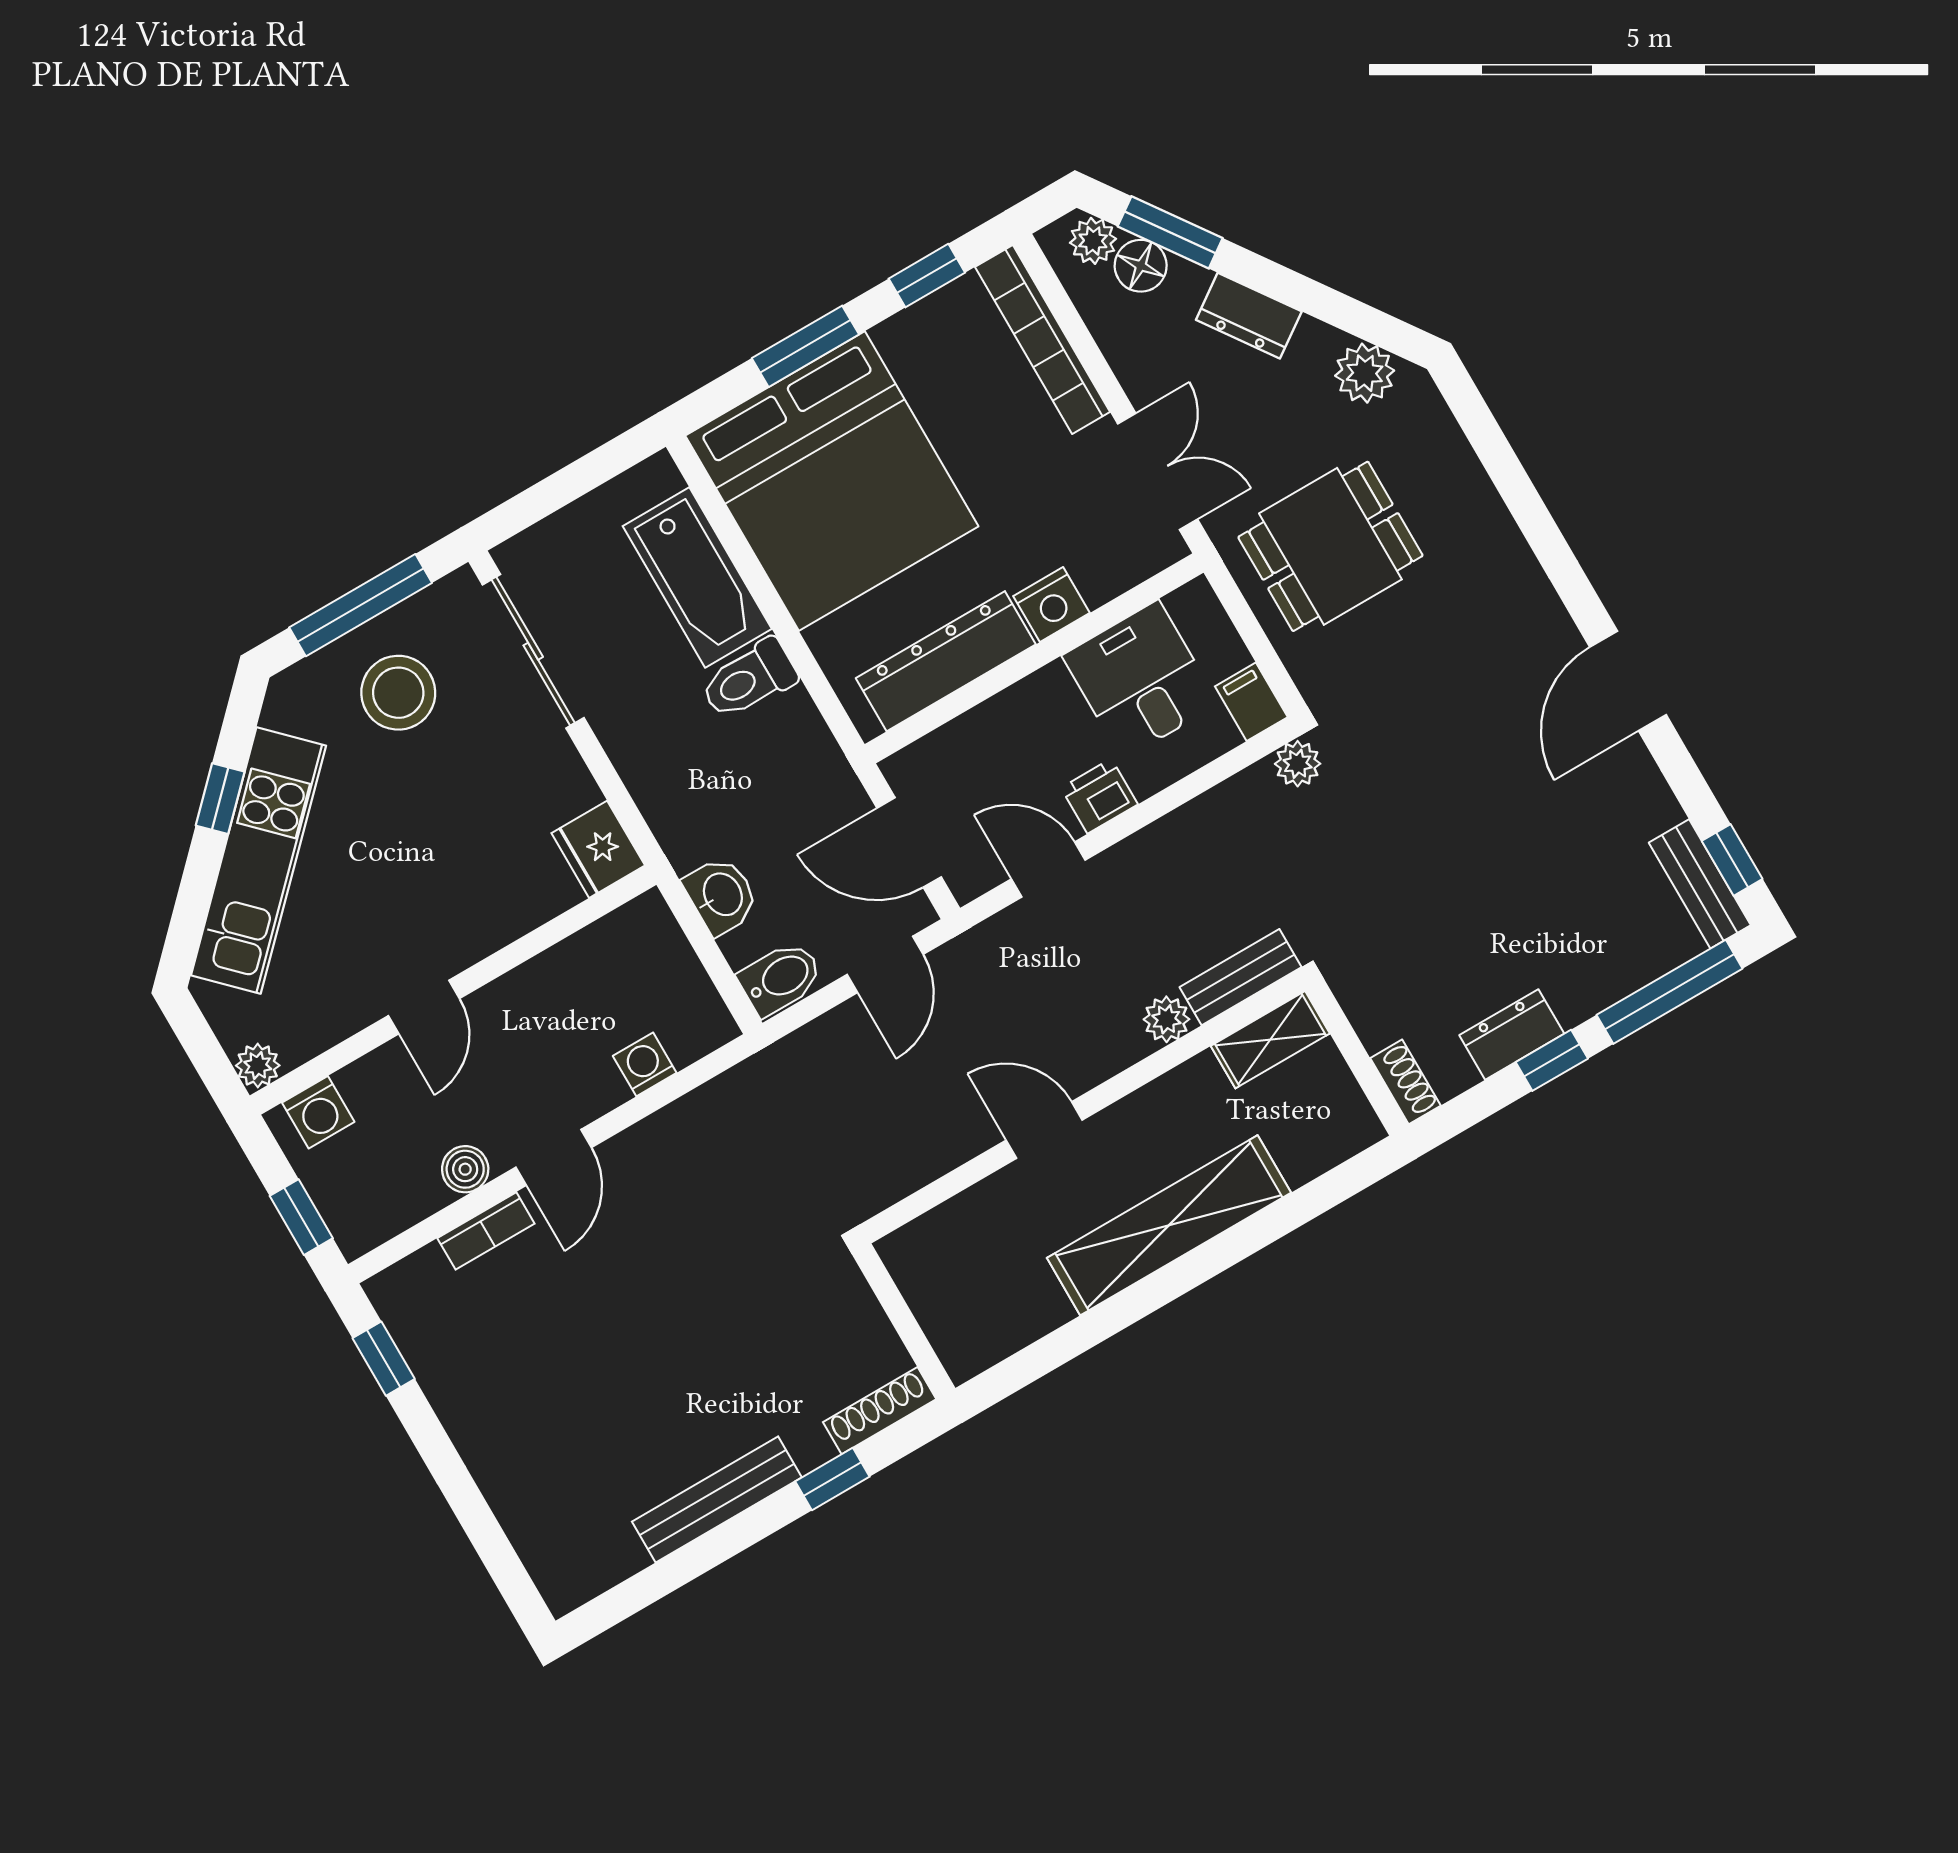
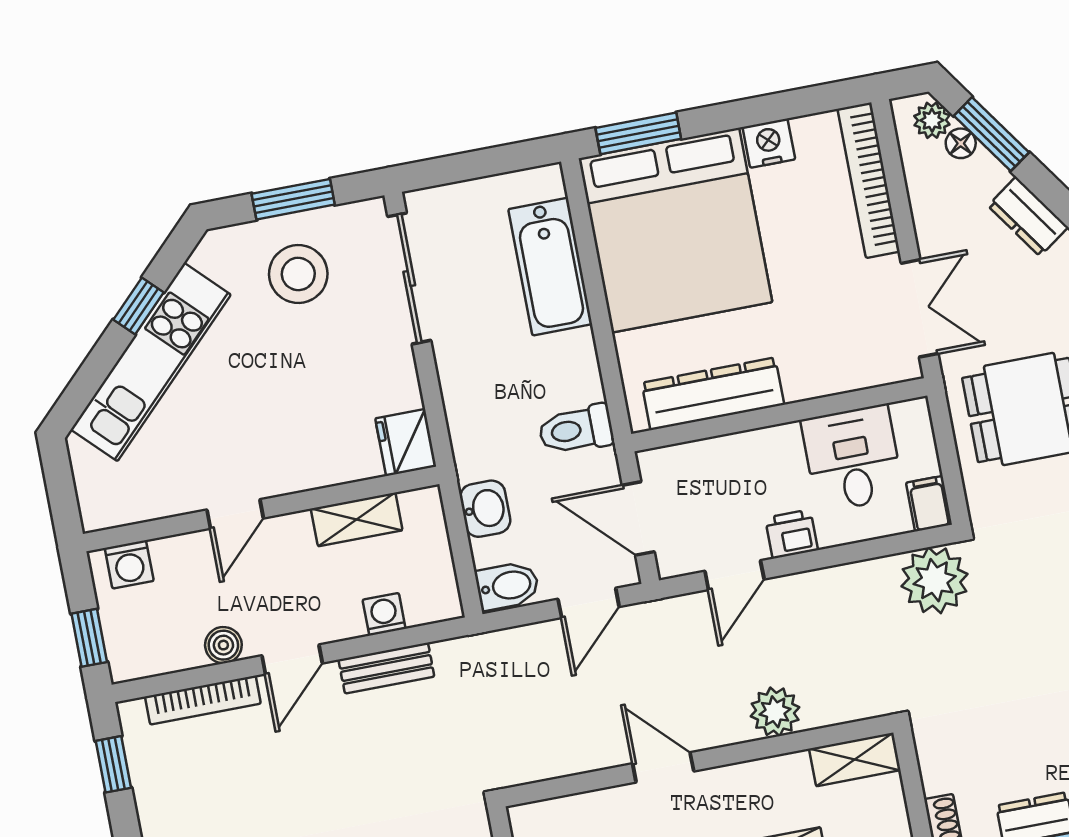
floor lamp: (1141, 266) -> (961, 143), width x0.73, depth x0.73
window: (927, 276) -> (800, 103), removed
window: (805, 346) -> (638, 133), moved
nightstand: (1051, 604) -> (769, 143), moved, turned 180
window: (361, 605) -> (293, 199), width x0.69
toilet: (749, 679) -> (576, 430), moved
plant: (1298, 764) -> (935, 580), width x1.88, depth x1.88
door: (1048, 869) -> (734, 575), swing flipped
shelving: (572, 962) -> (357, 519), added
bench: (1241, 977) -> (386, 668), moved
plant: (1166, 1019) -> (775, 712), width x1.38, depth x1.38
plant: (258, 1065) -> (97, 514), removed
bookcase: (486, 1231) -> (203, 700), width x1.56

